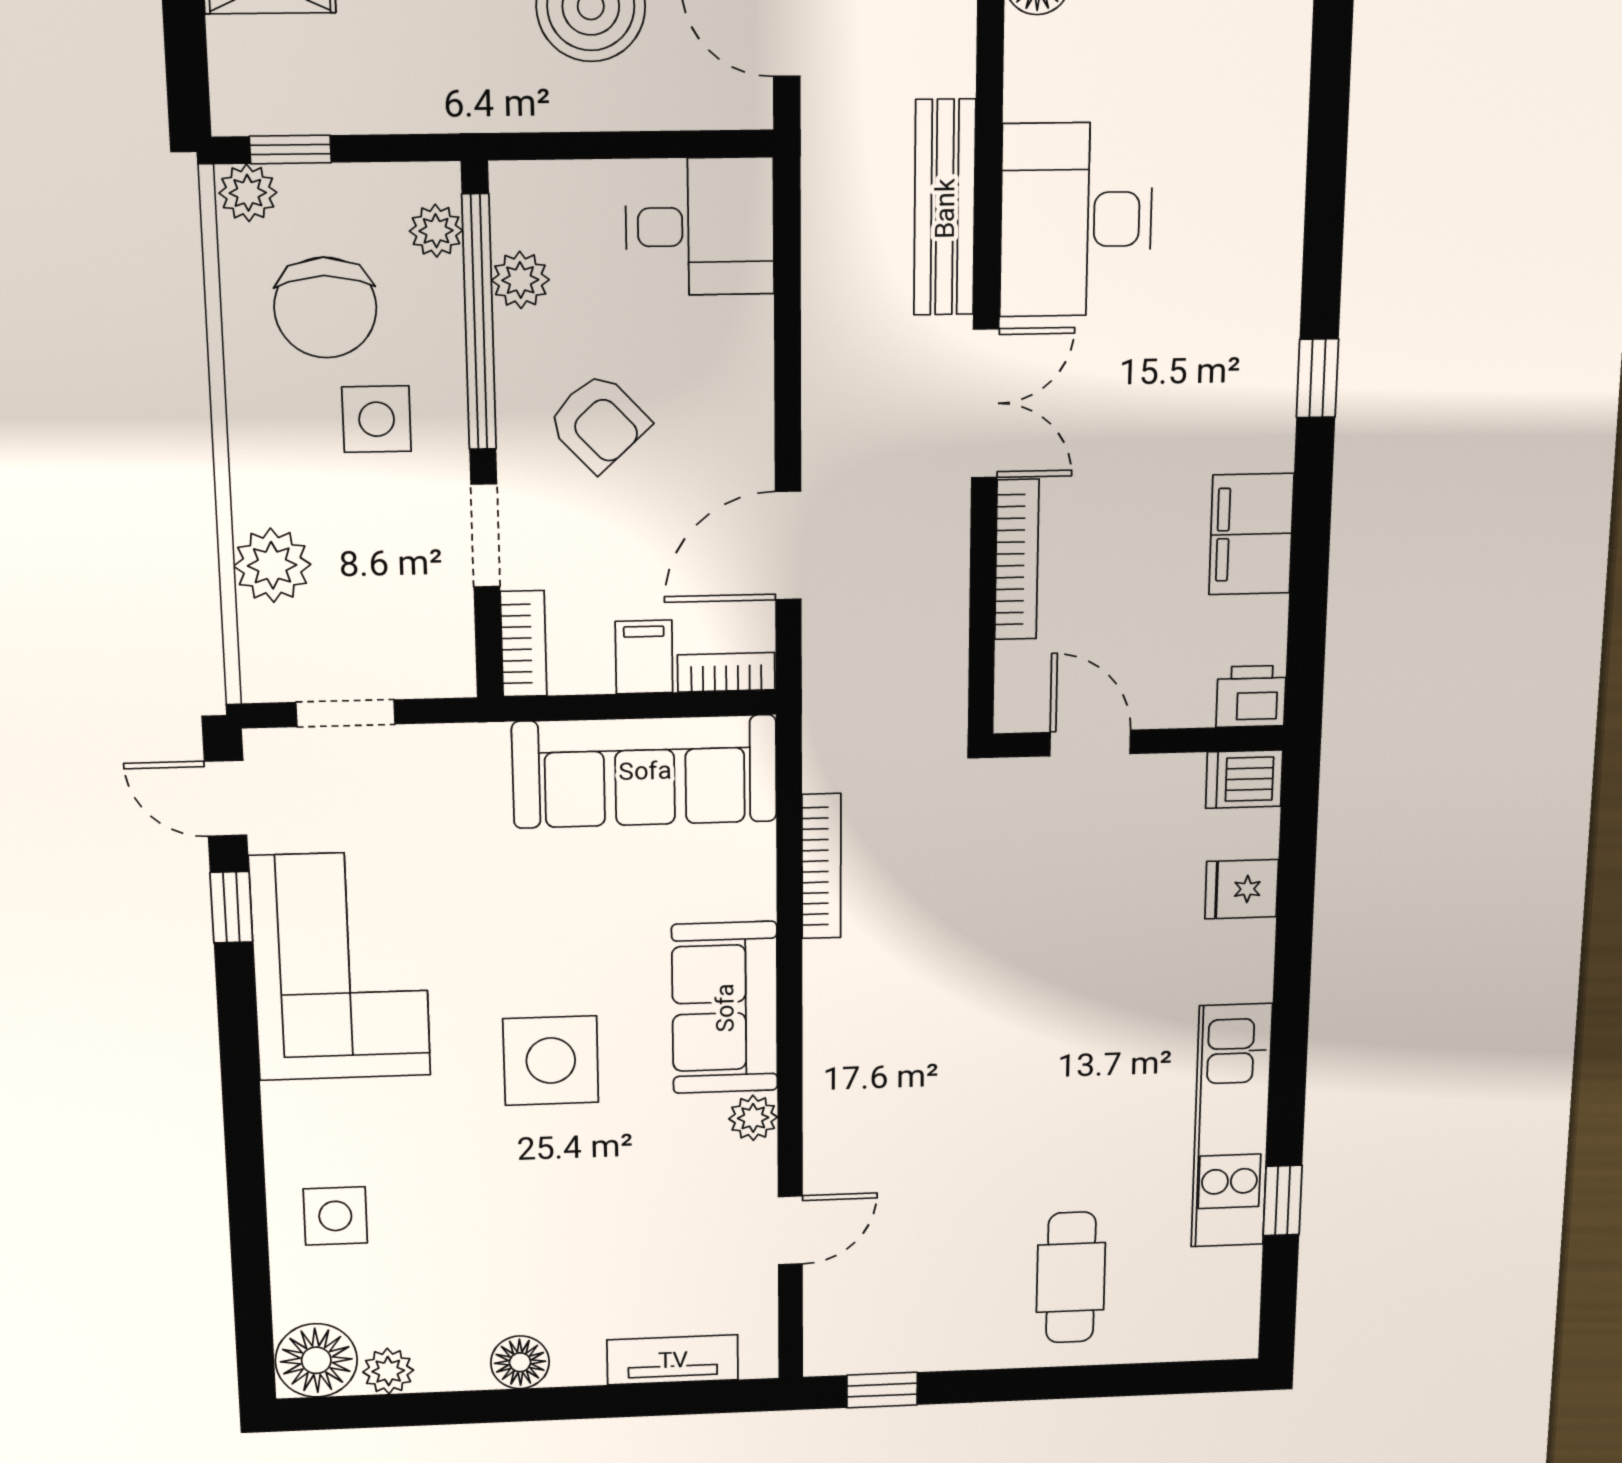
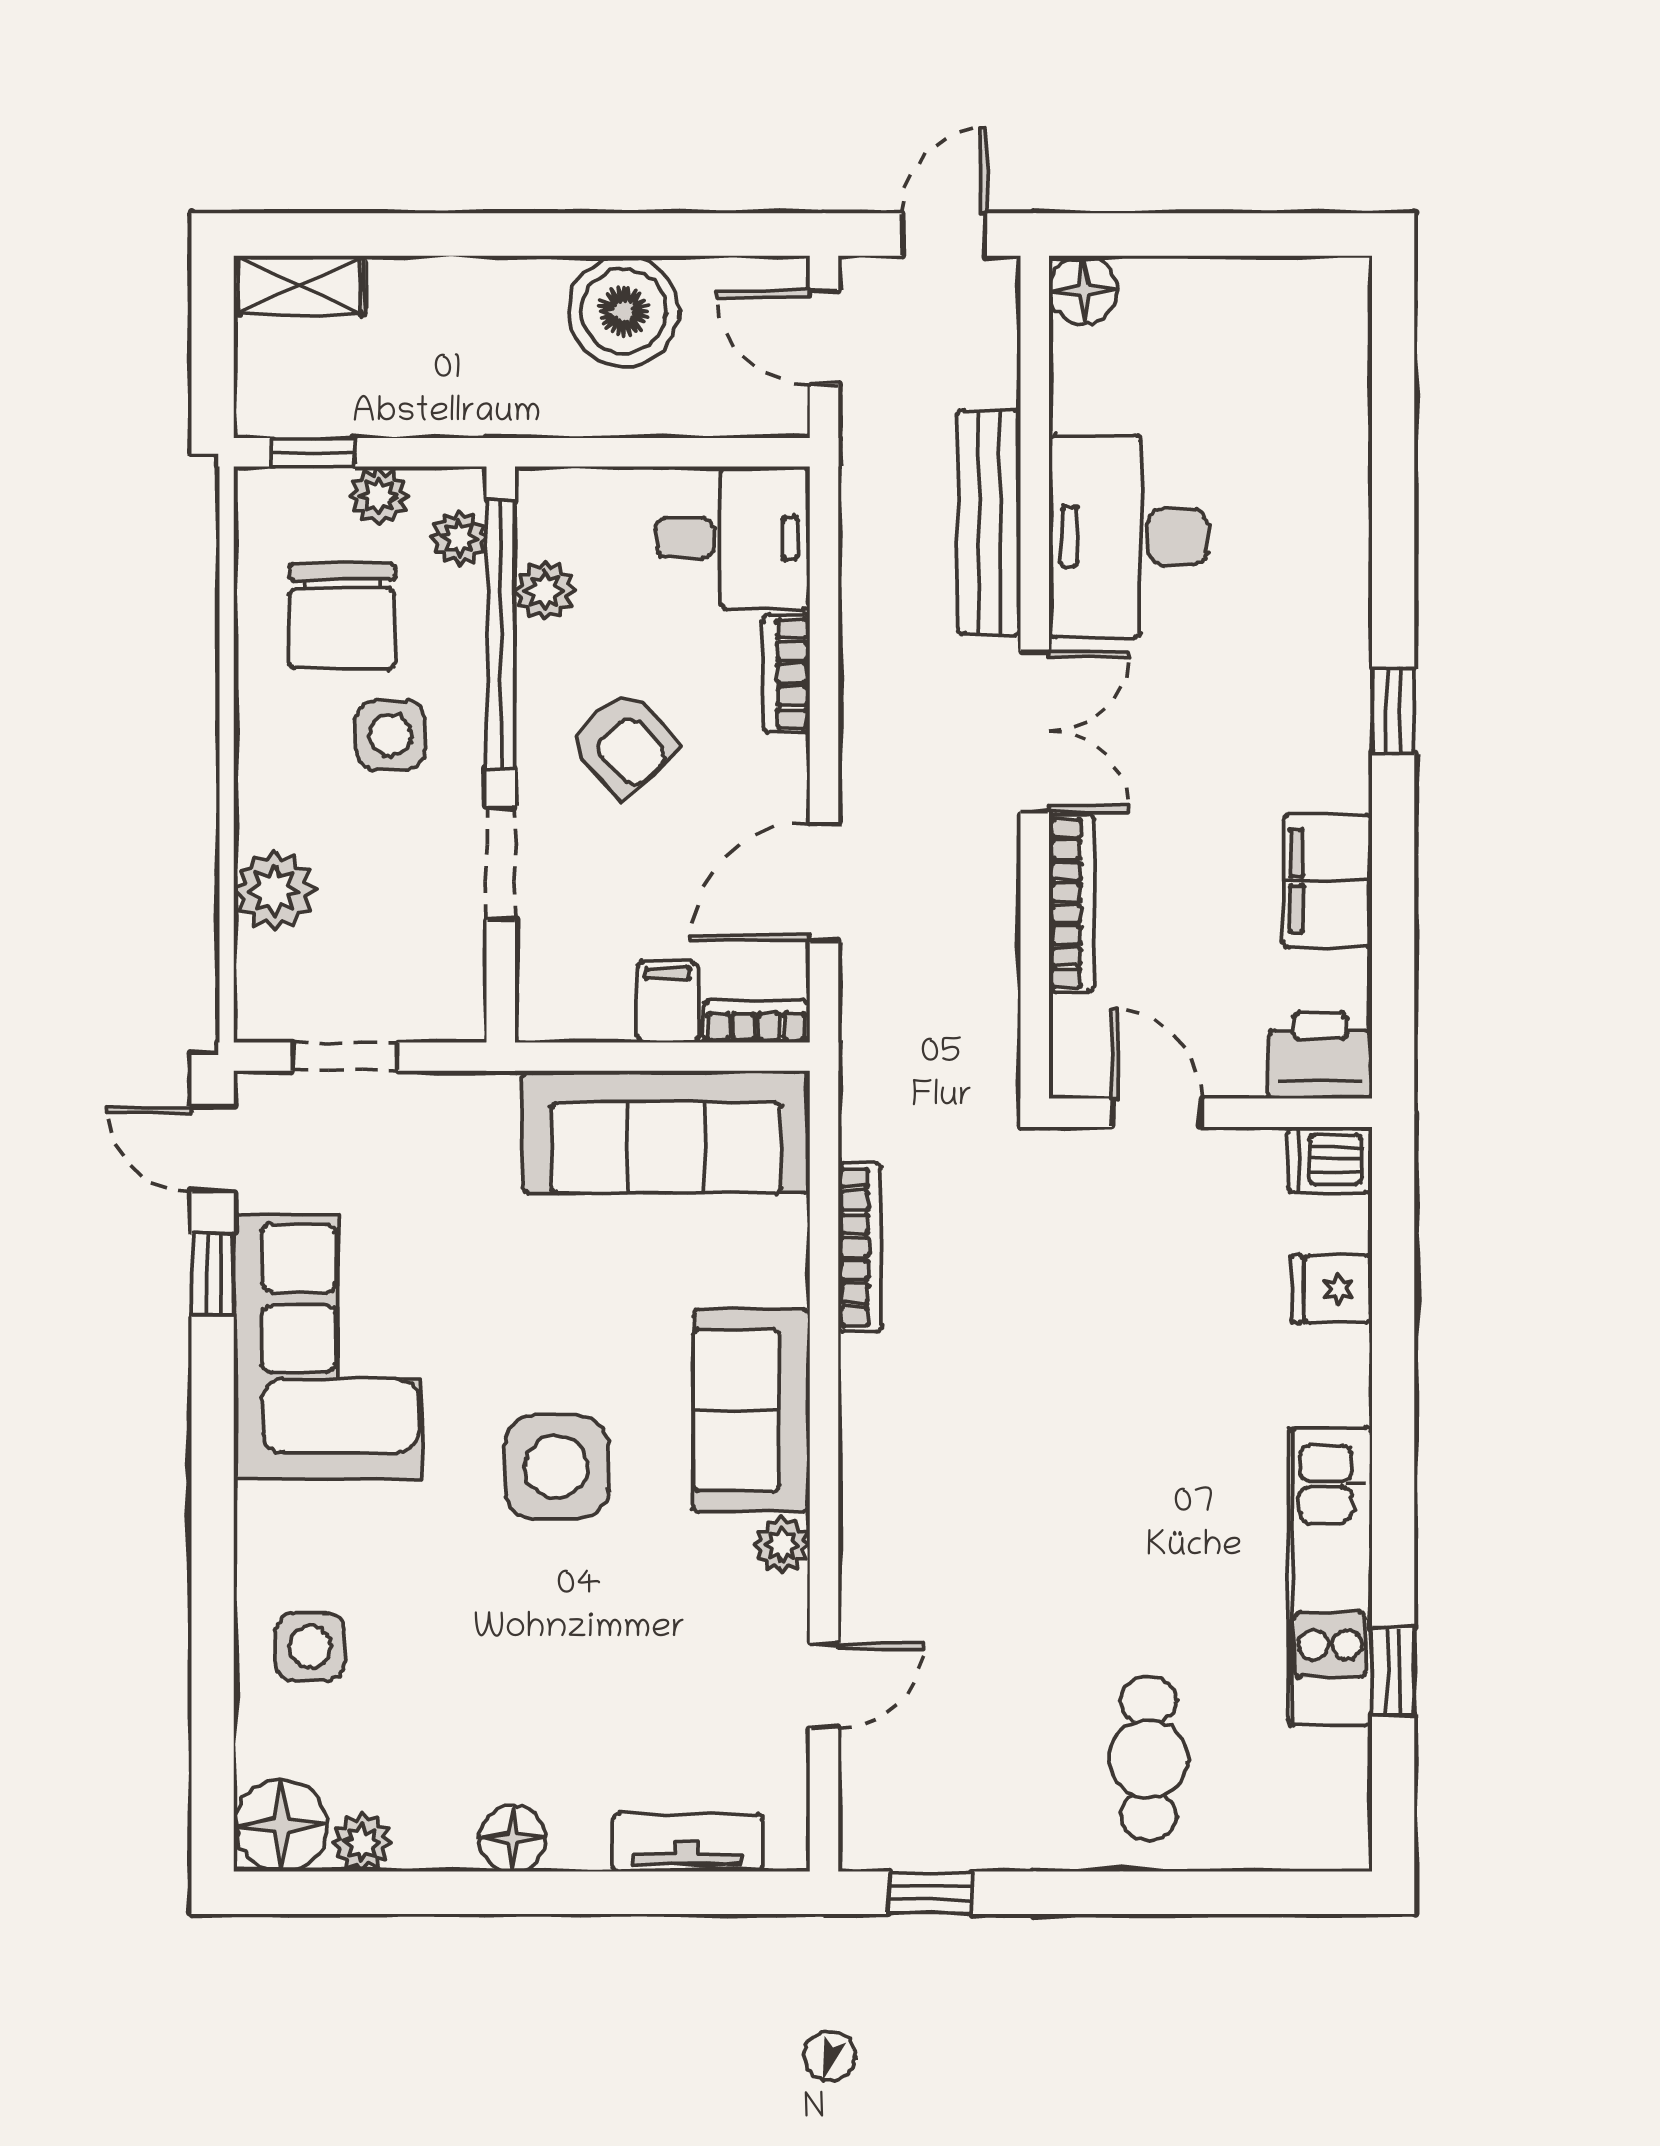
plant: (248, 193) -> (379, 496), moved
bookcase: (524, 644) -> (786, 674), moved, turned 180
printer: (1251, 696) -> (1320, 1056), width x1.36, depth x1.24

